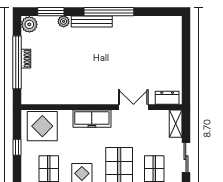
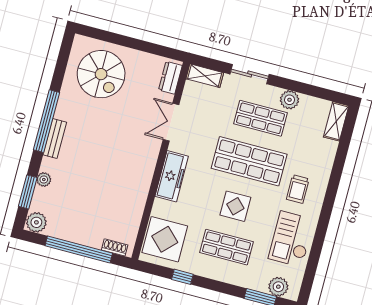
bench: (92, 21) -> (55, 139), width x0.73
spiral stairs: (156, 44) -> (101, 74), added
shoe rack: (26, 59) -> (115, 247), moved

